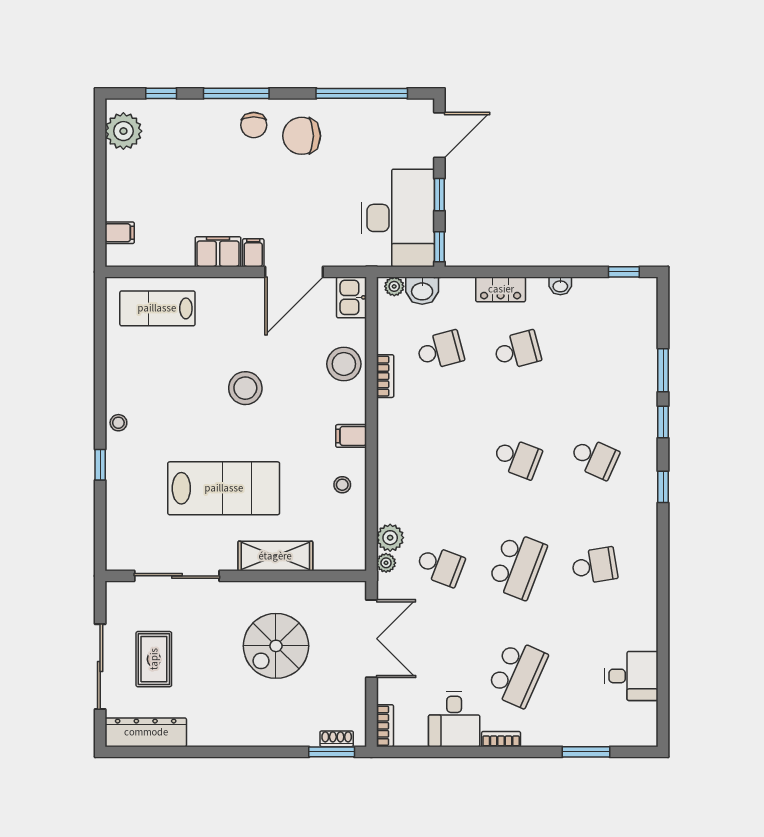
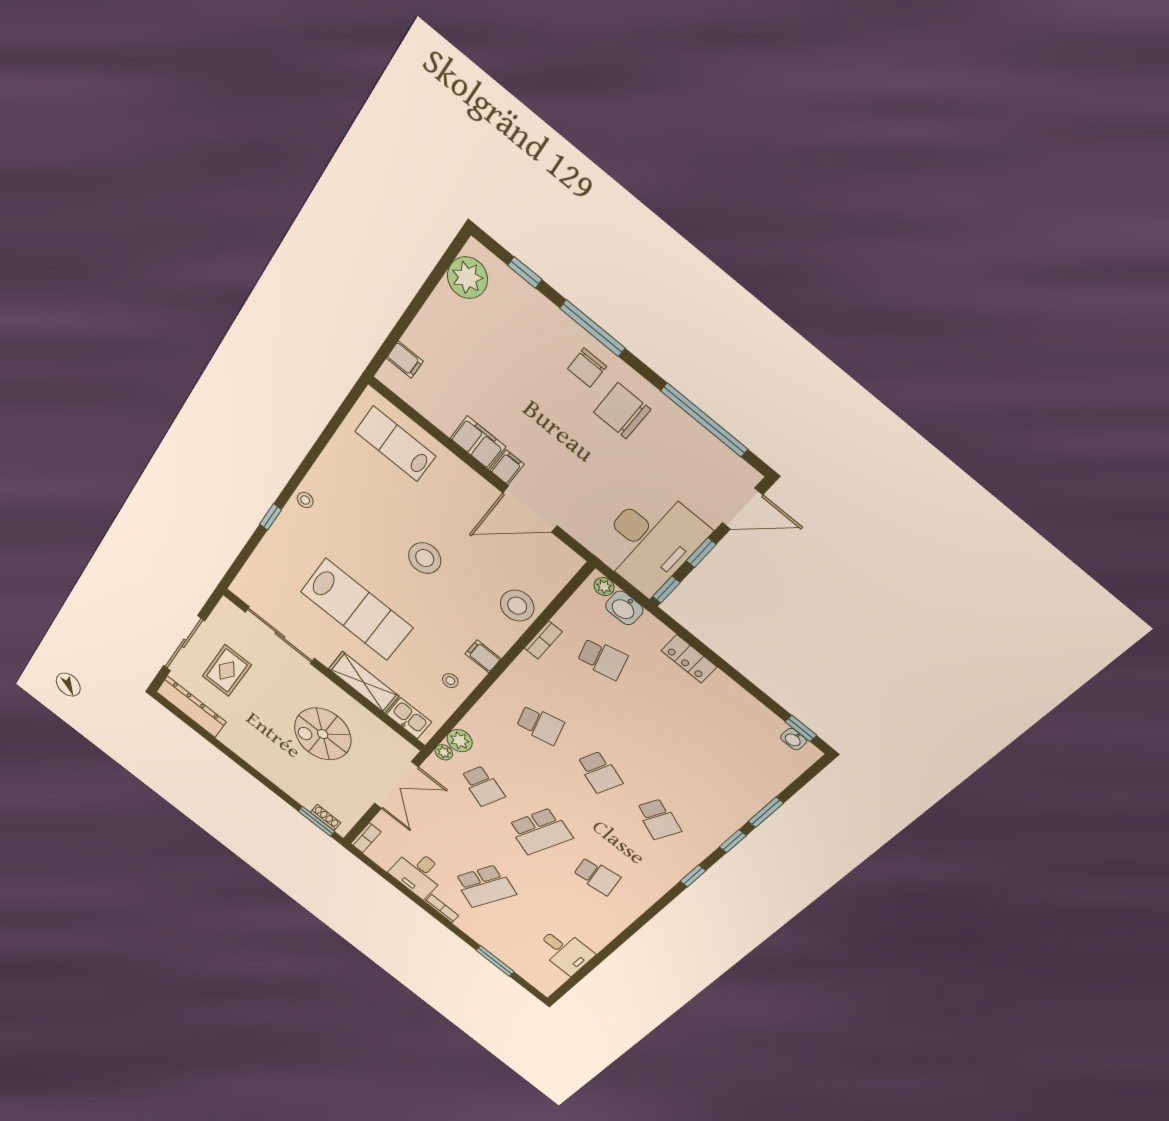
washbasin: (560, 286) -> (794, 739), moved
kitchen sink: (352, 297) -> (409, 718), moved, turned 90
school desk: (517, 350) -> (540, 725), moved

